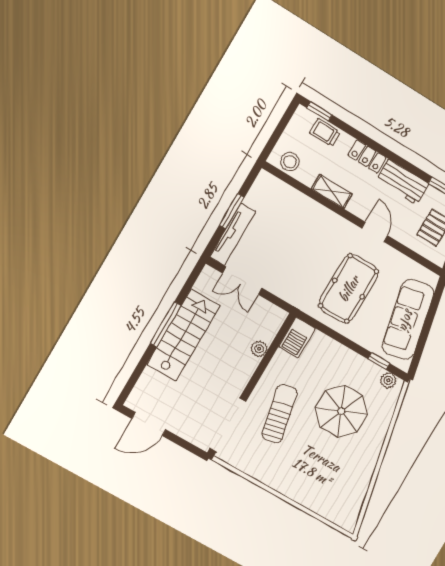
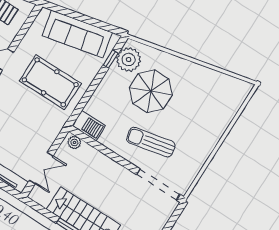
plant: (259, 349) -> (74, 142), moved
plant: (388, 380) -> (129, 60), width x1.88, depth x1.88

